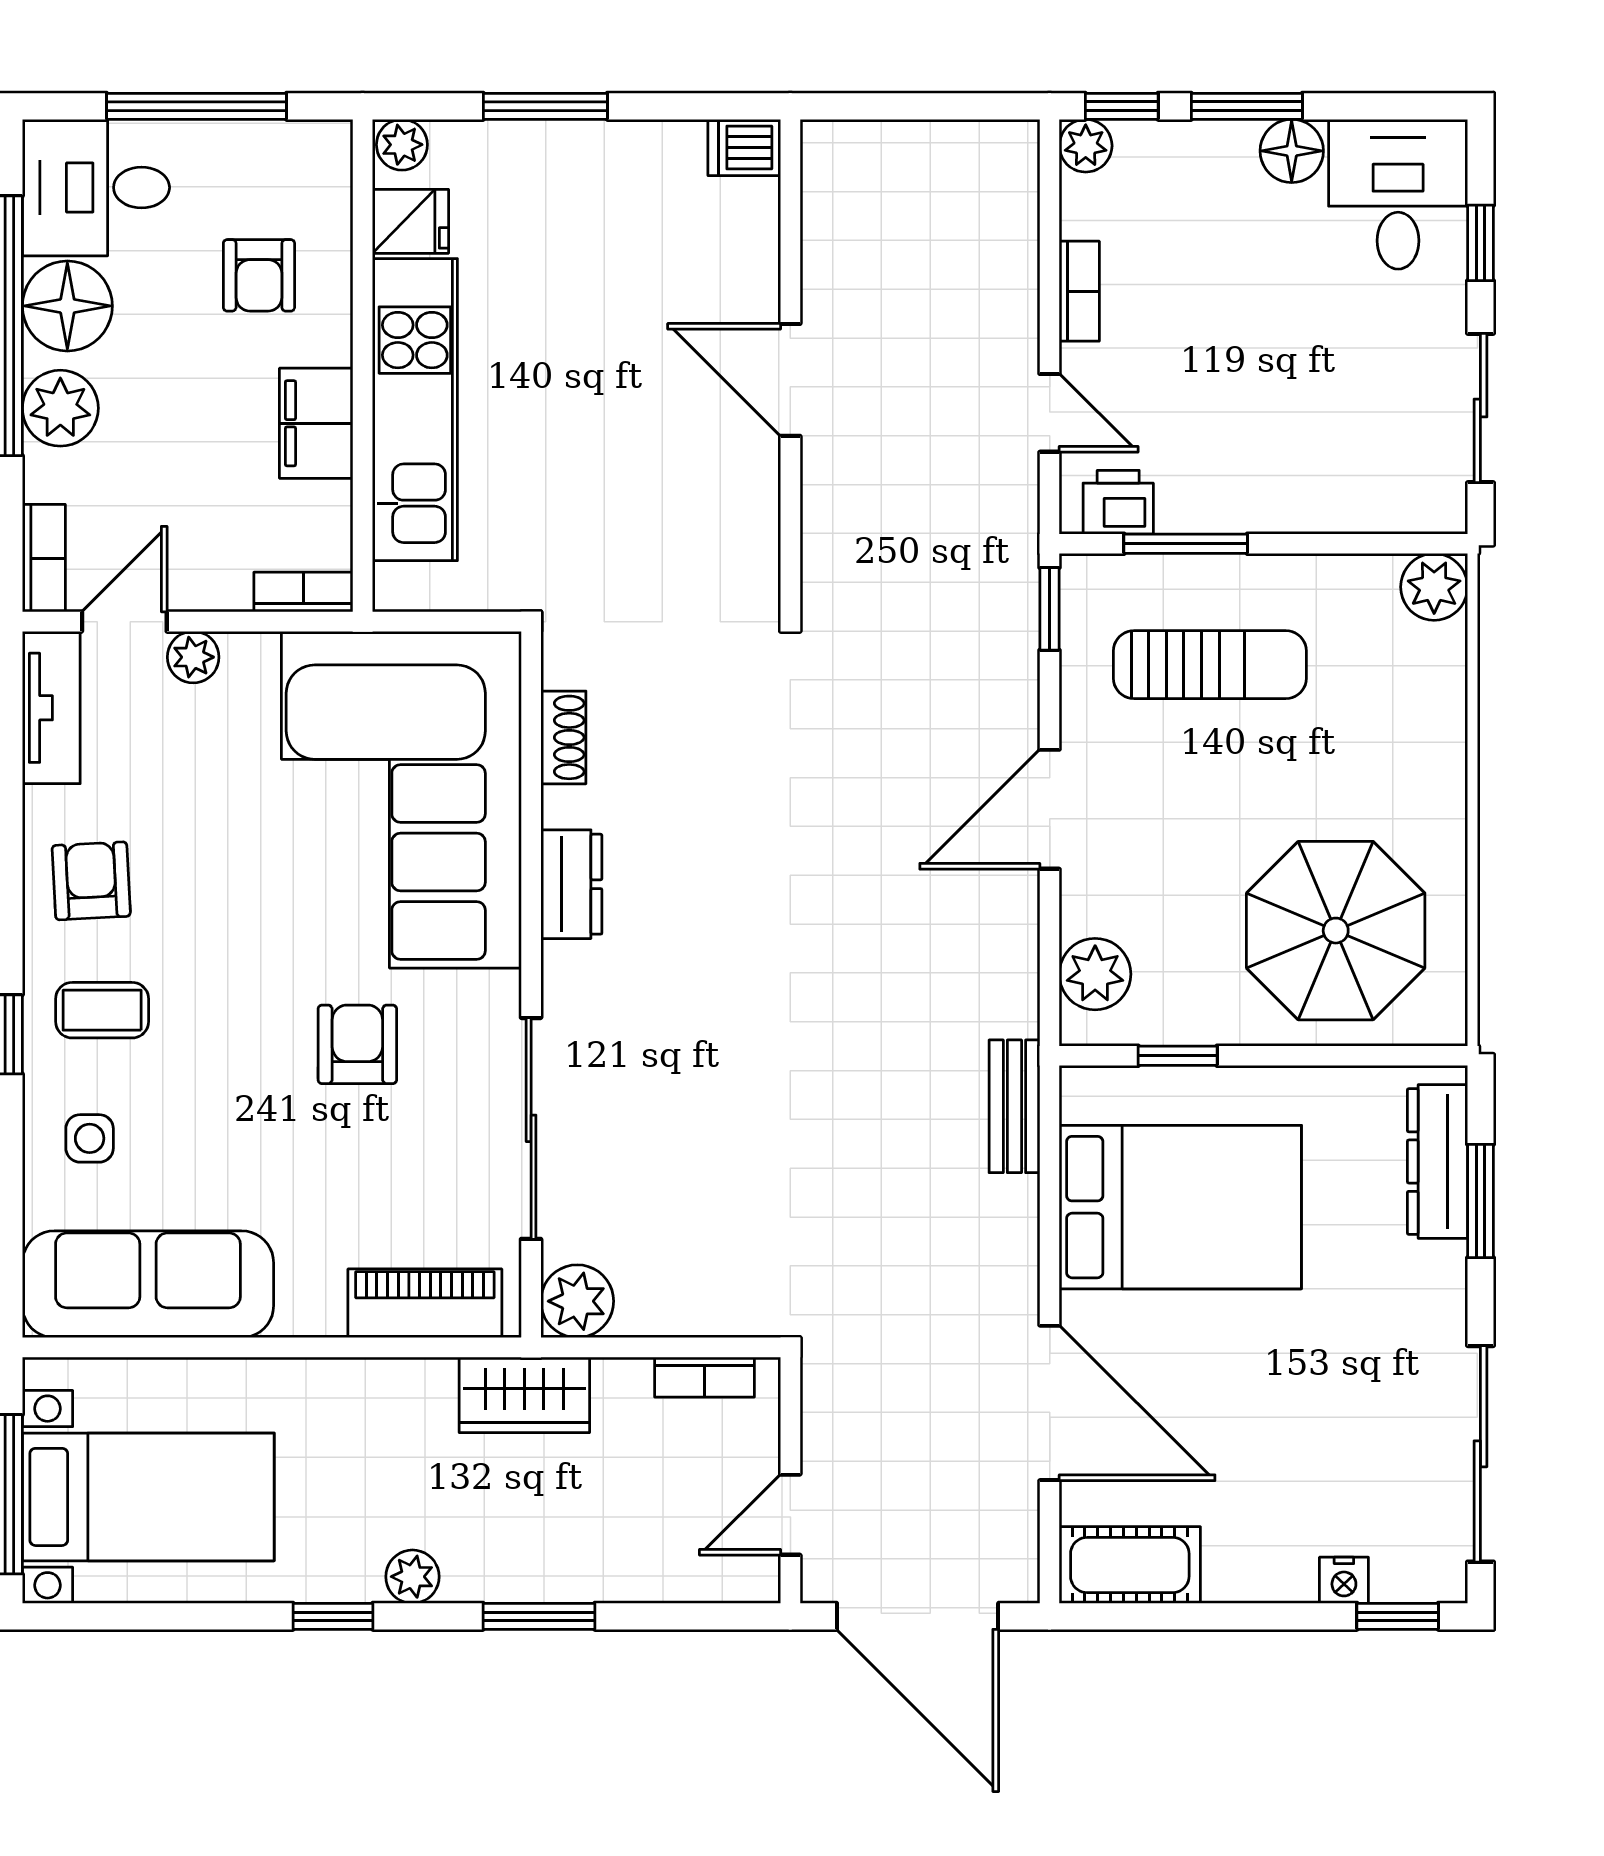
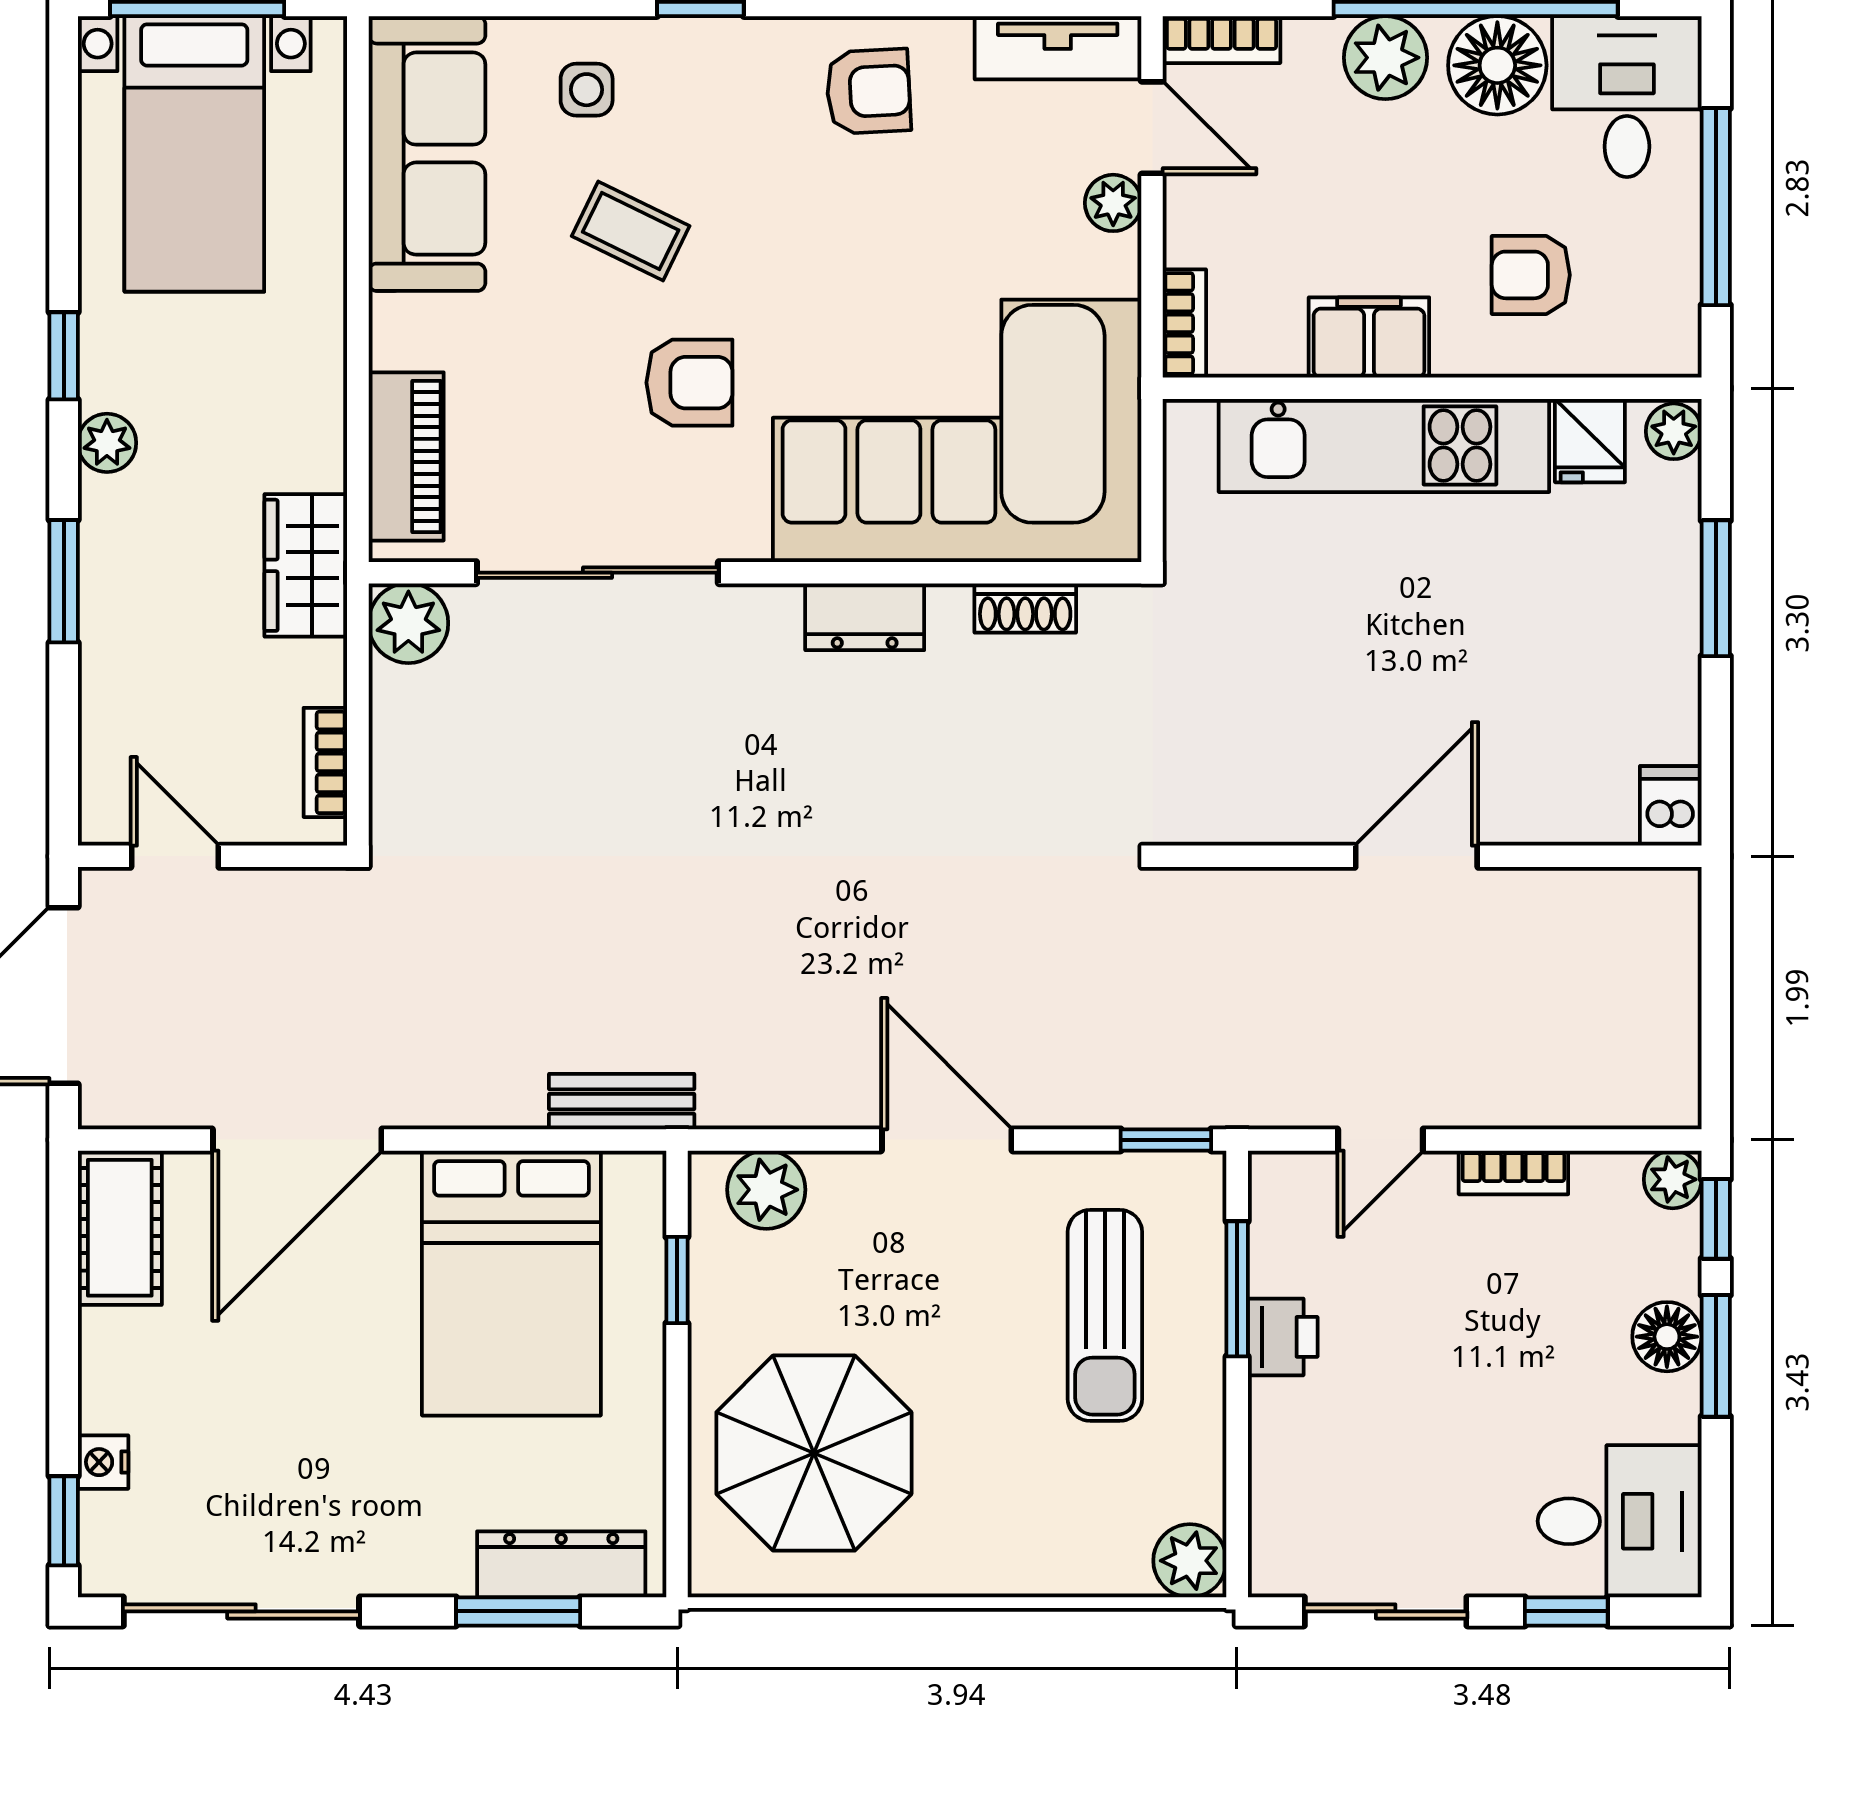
floor lamp: (1292, 151) -> (1667, 1337), moved
printer: (1118, 502) -> (1283, 1337), moved
coffee table: (102, 1010) -> (631, 231), moved, turned -64

